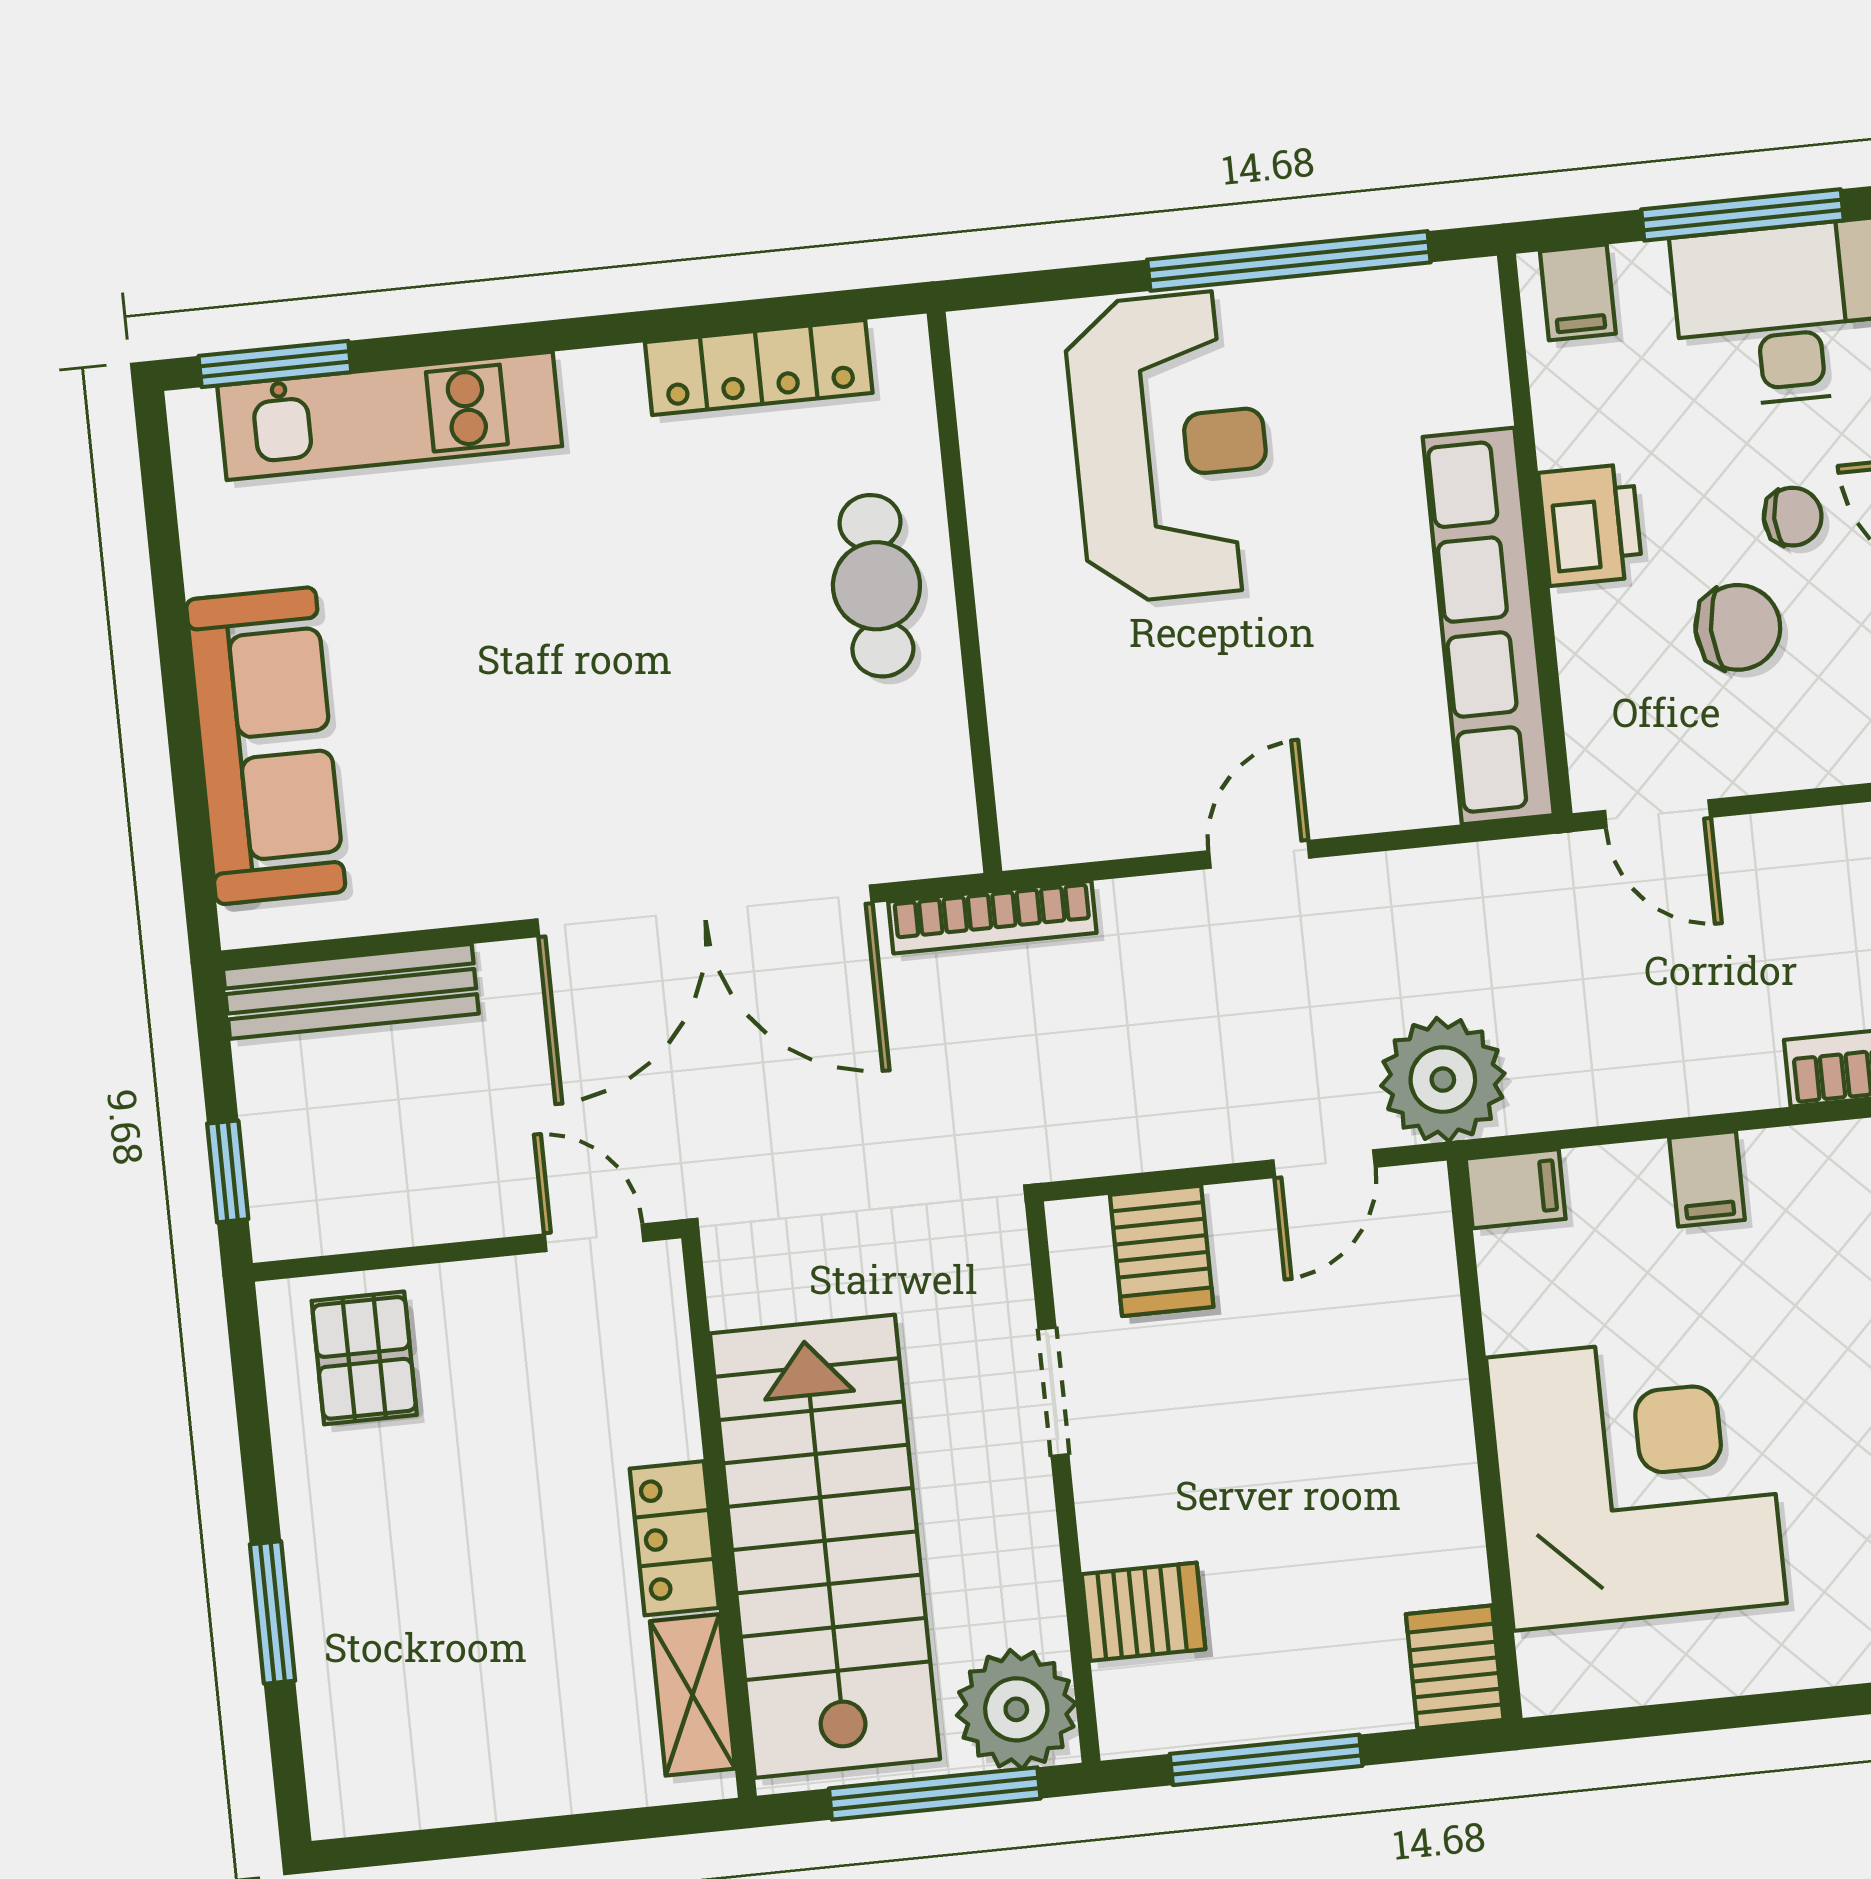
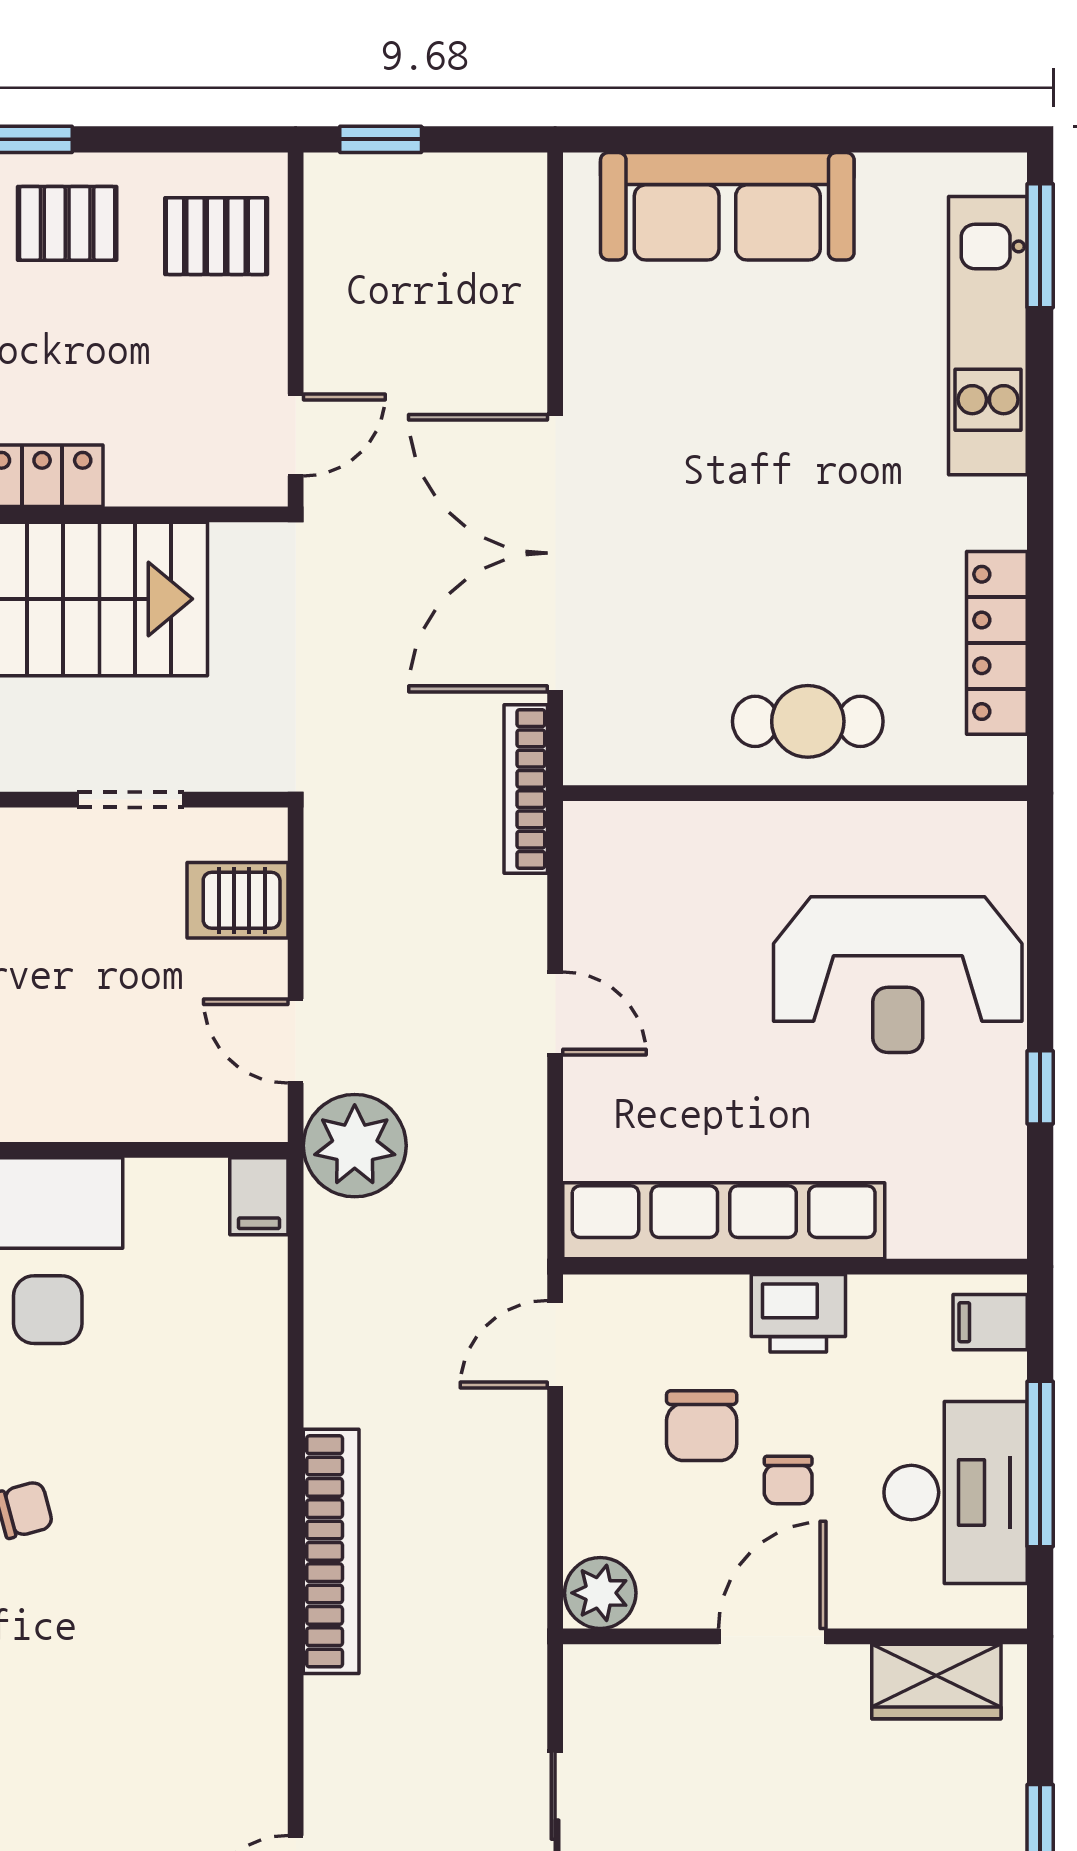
window: (1289, 261) -> (1040, 1087), width x0.32
bench: (351, 991) -> (518, 256), removed
filing cabinet: (1707, 1179) -> (251, 1354), removed
pallet: (367, 1539) -> (67, 223), added

